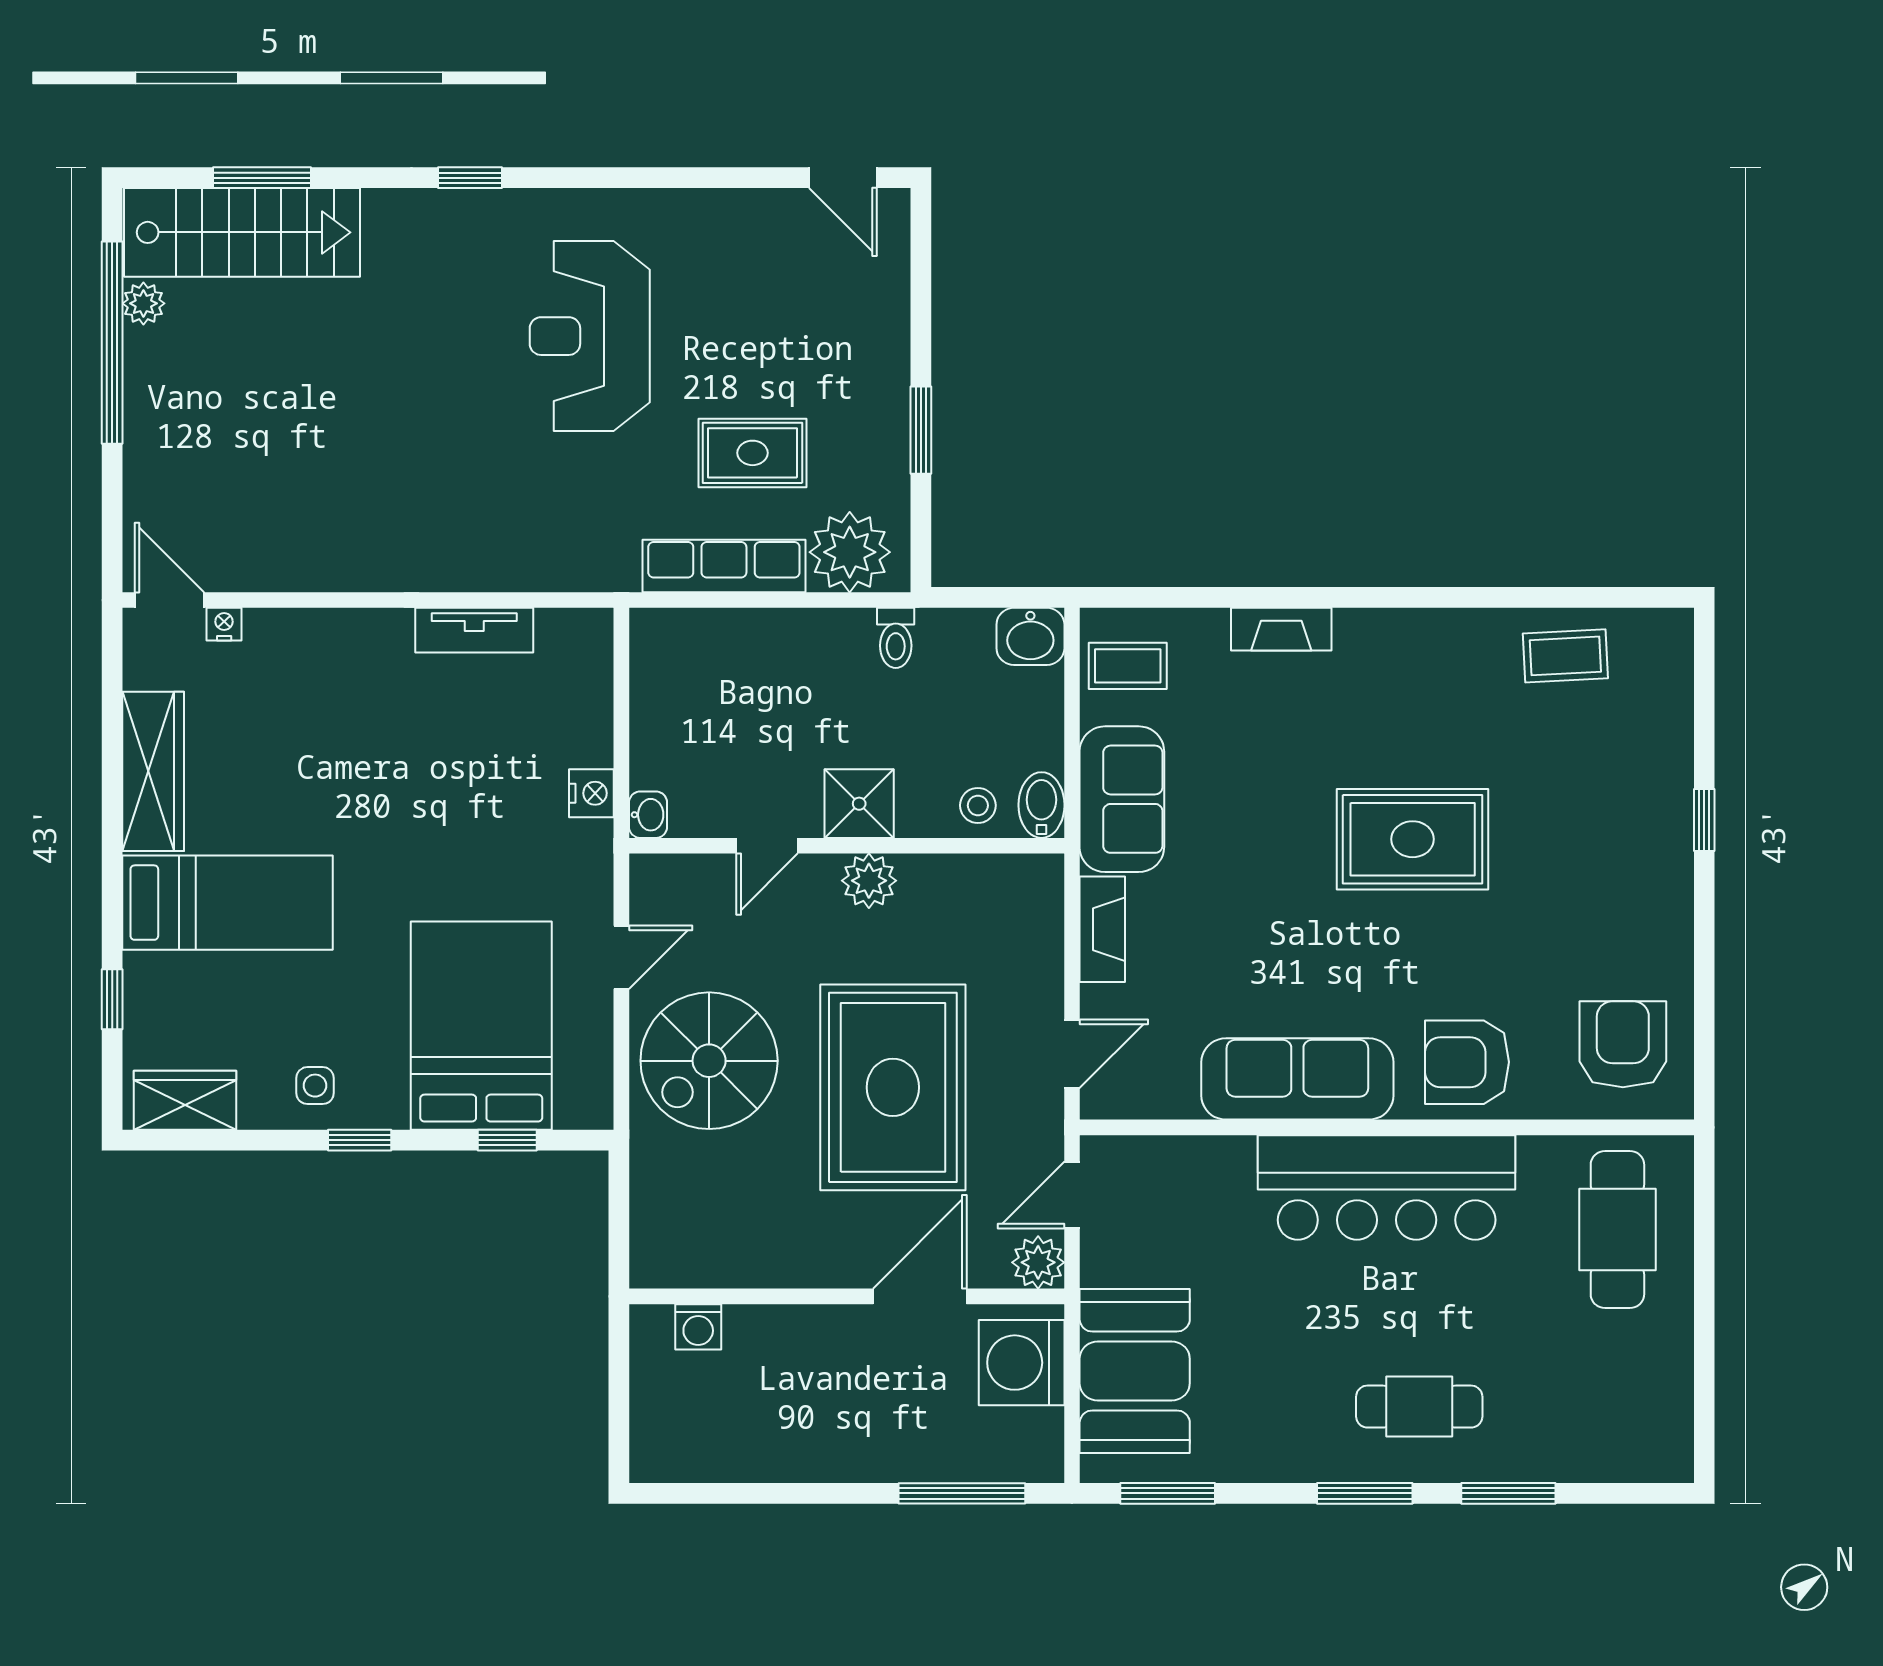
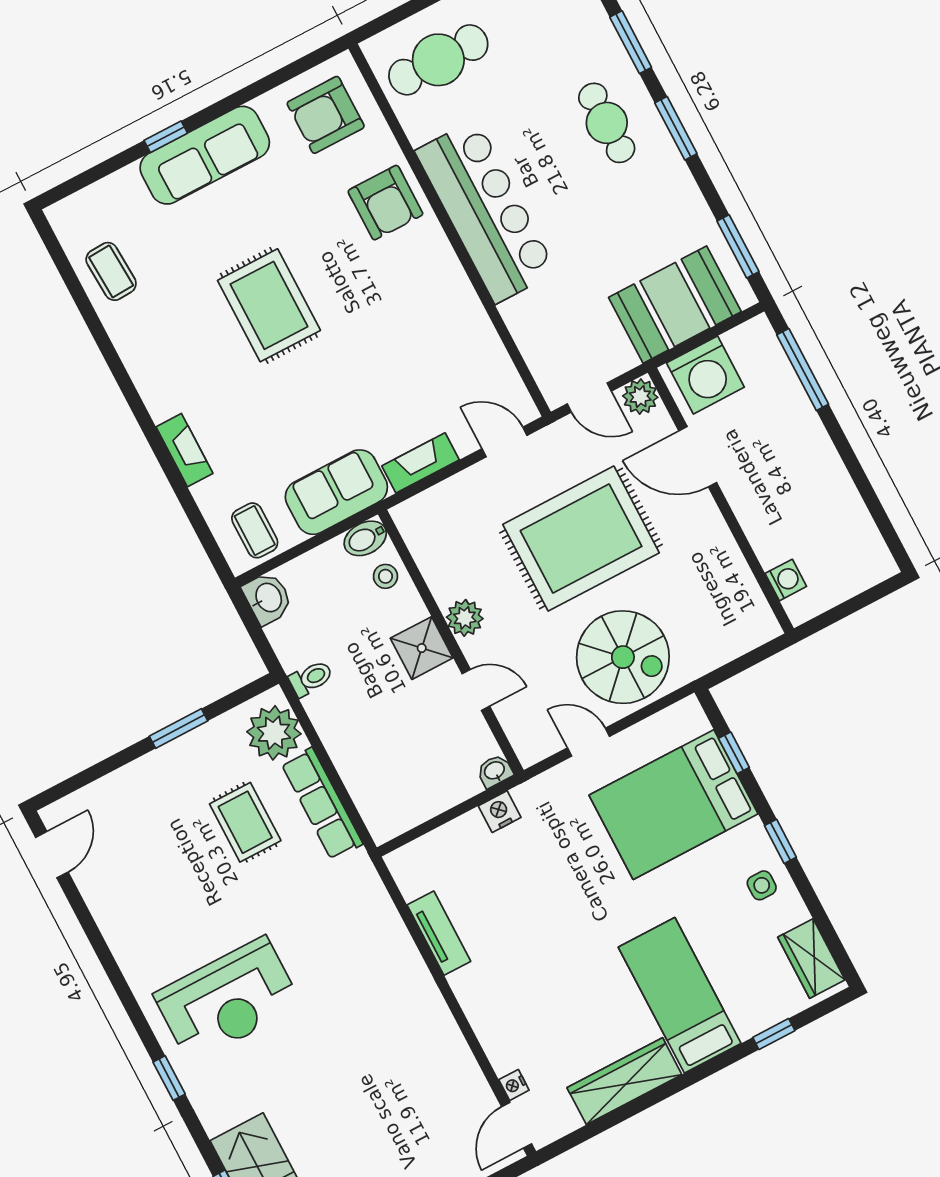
reception desk: (590, 336) -> (228, 1000), moved
sofa: (1297, 1079) -> (205, 155), moved, turned -90

